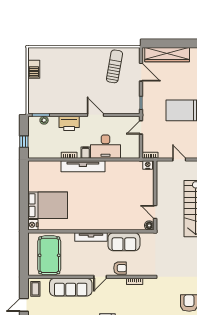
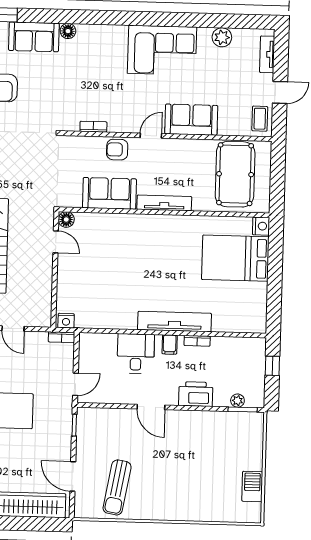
desk: (106, 147) -> (136, 354), width x0.73
sofa: (71, 287) -> (191, 120), width x0.73

